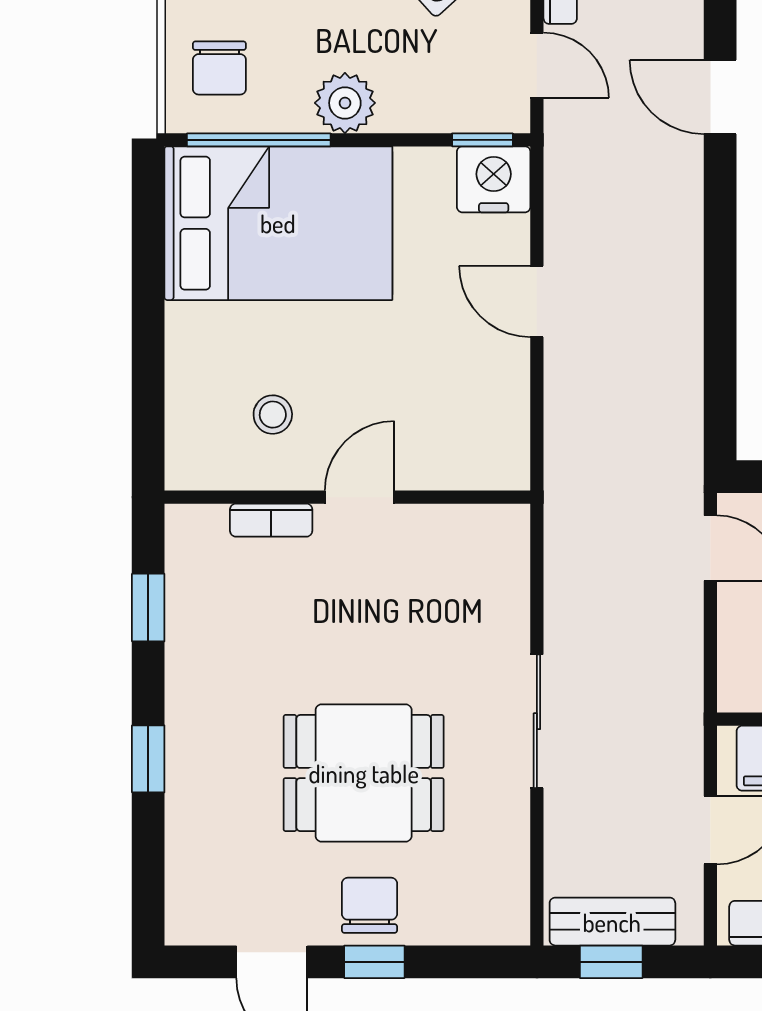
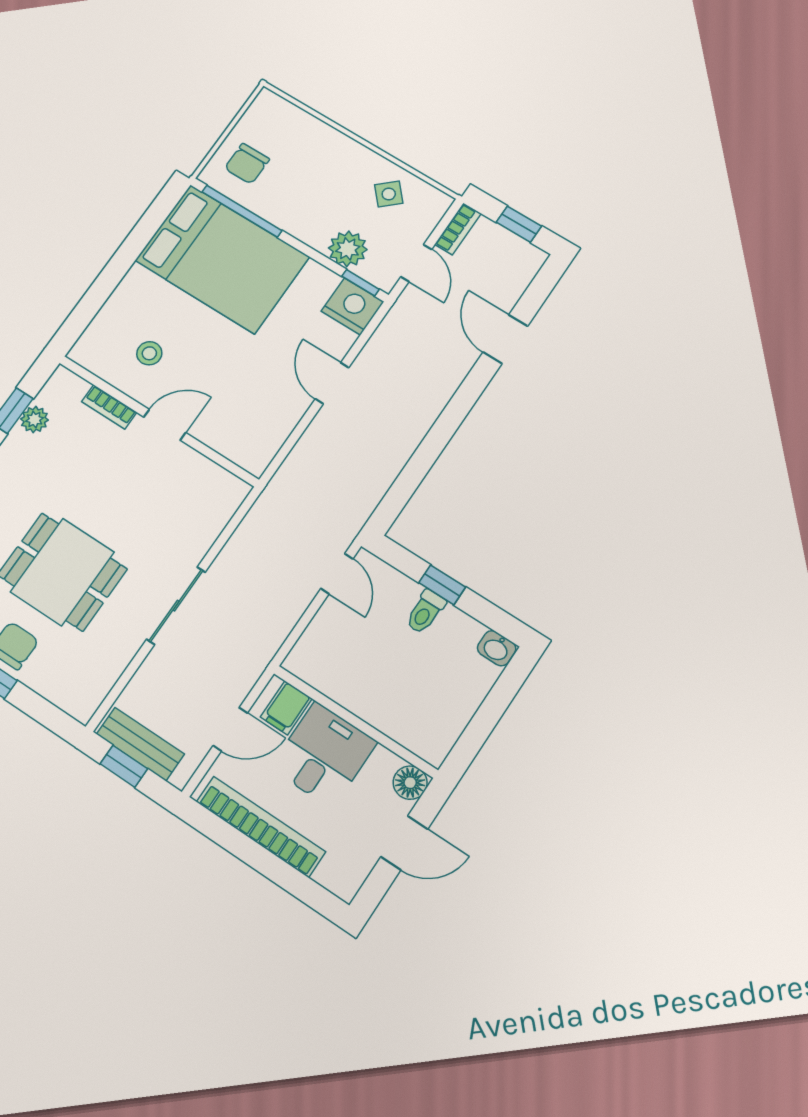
plant: (345, 103) -> (348, 249), moved
plant: (186, 600) -> (34, 420), added

